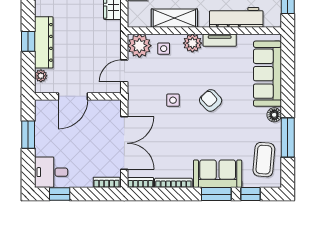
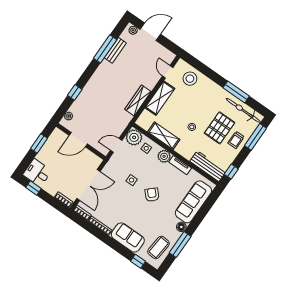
workbench: (236, 17) -> (208, 166), moved
dresser: (44, 42) -> (83, 99), removed
window: (216, 194) -> (119, 248), removed

